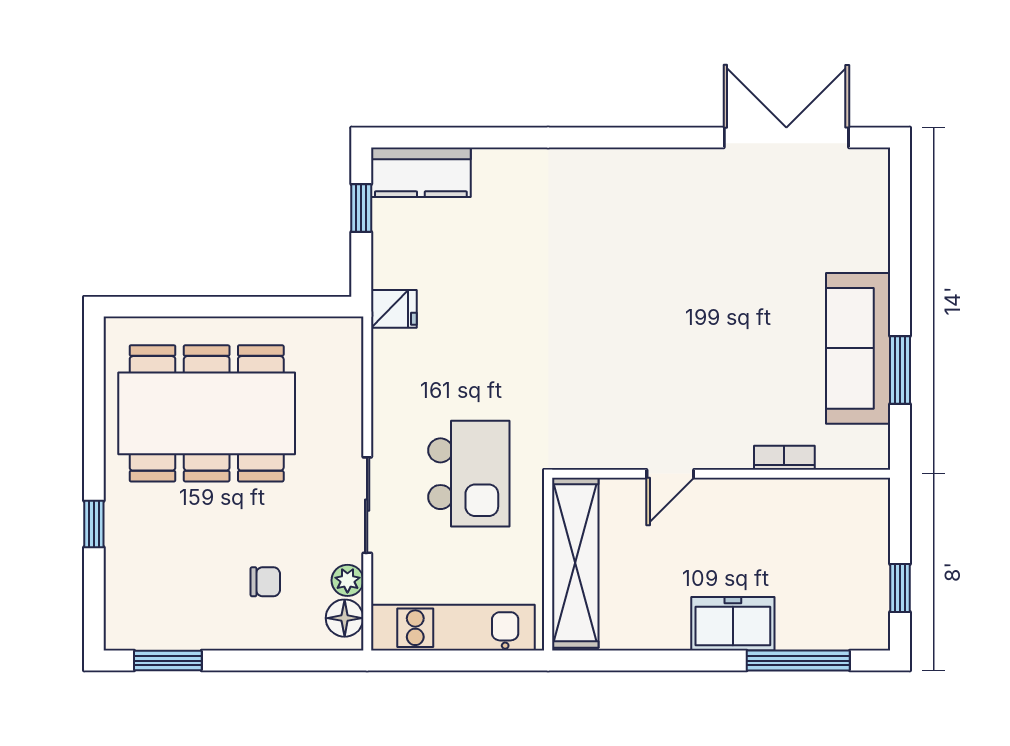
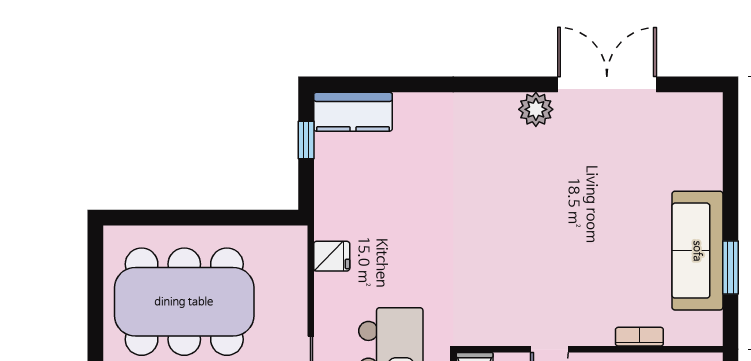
double door: (786, 137) -> (607, 84), moved
plant: (653, 169) -> (536, 109), added
fridge: (394, 309) -> (332, 256), moved

